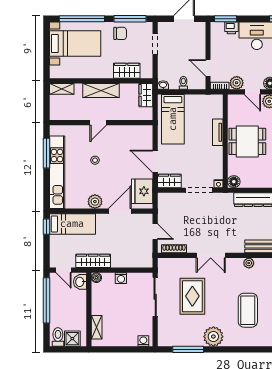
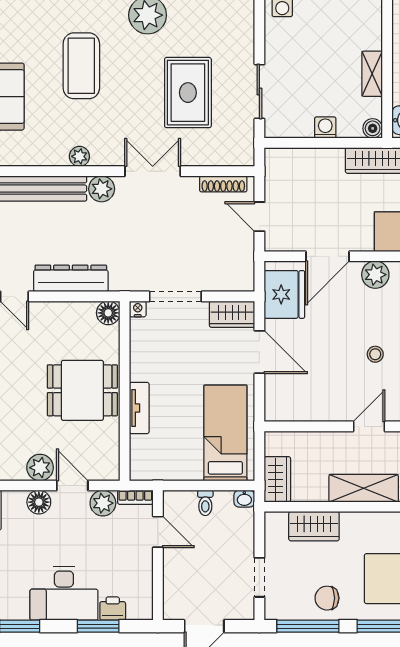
window: (225, 19) -> (98, 626), moved
plant: (237, 246) -> (102, 189), added
sliding door: (155, 297) -> (259, 92), width x0.73
shelving: (97, 327) -> (372, 74), moved

